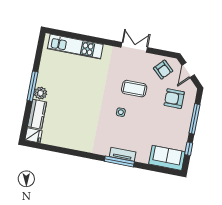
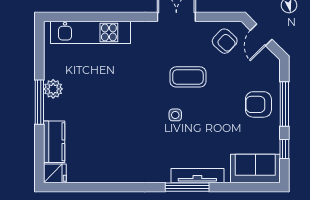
plant: (41, 93) -> (53, 89), moved
armchair: (174, 99) -> (258, 104), moved
tv unit: (123, 154) -> (197, 176), width x1.41

